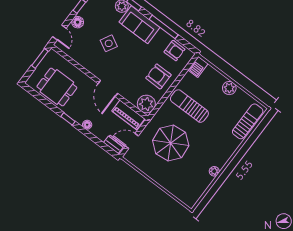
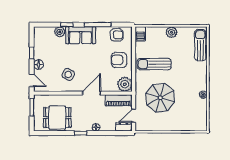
side table: (109, 43) -> (68, 75), moved
door: (108, 88) -> (92, 93), swing flipped

